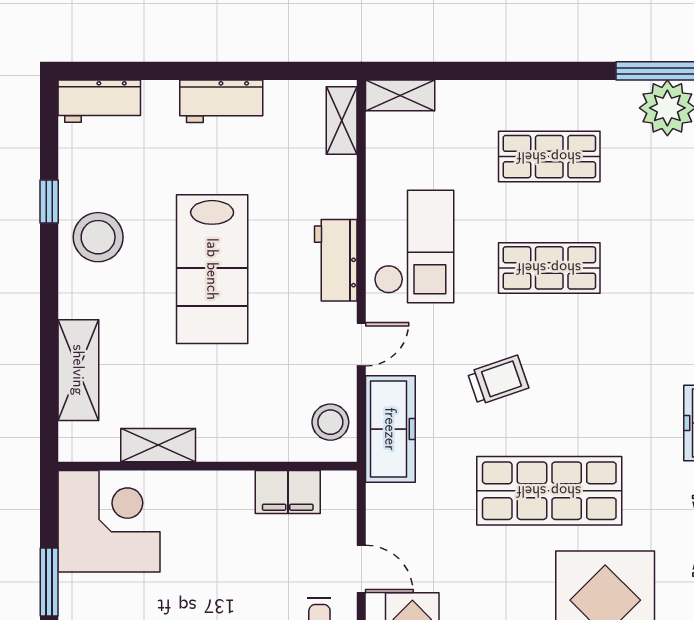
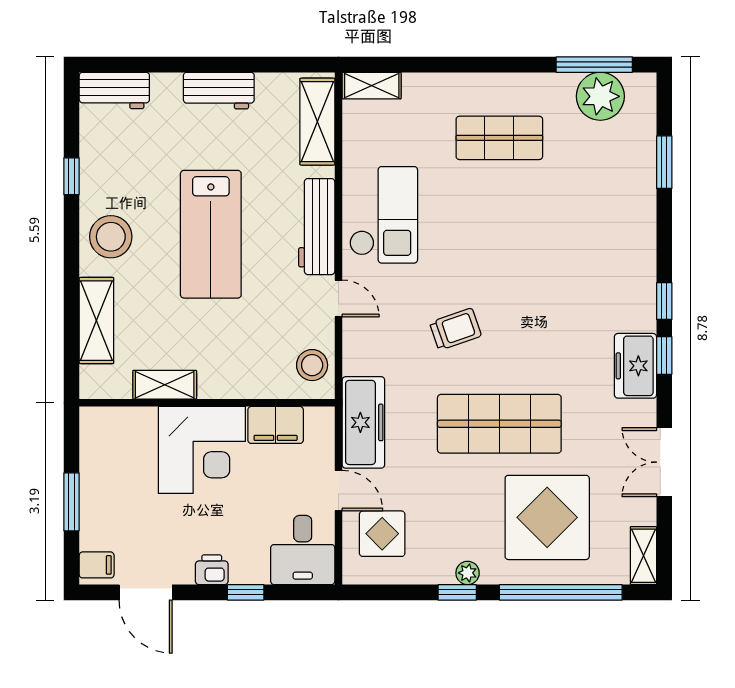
shelving: (342, 121) -> (317, 122), width x1.50, depth x1.33
stool: (98, 237) -> (111, 237), moved
workbench: (336, 260) -> (317, 227), width x1.38
shop shelf: (549, 268) -> (499, 233), removed
door: (361, 344) -> (338, 298), hinge flipped
freezer: (390, 429) -> (363, 422), moved
corner desk: (109, 521) -> (202, 450), moved, turned 90

